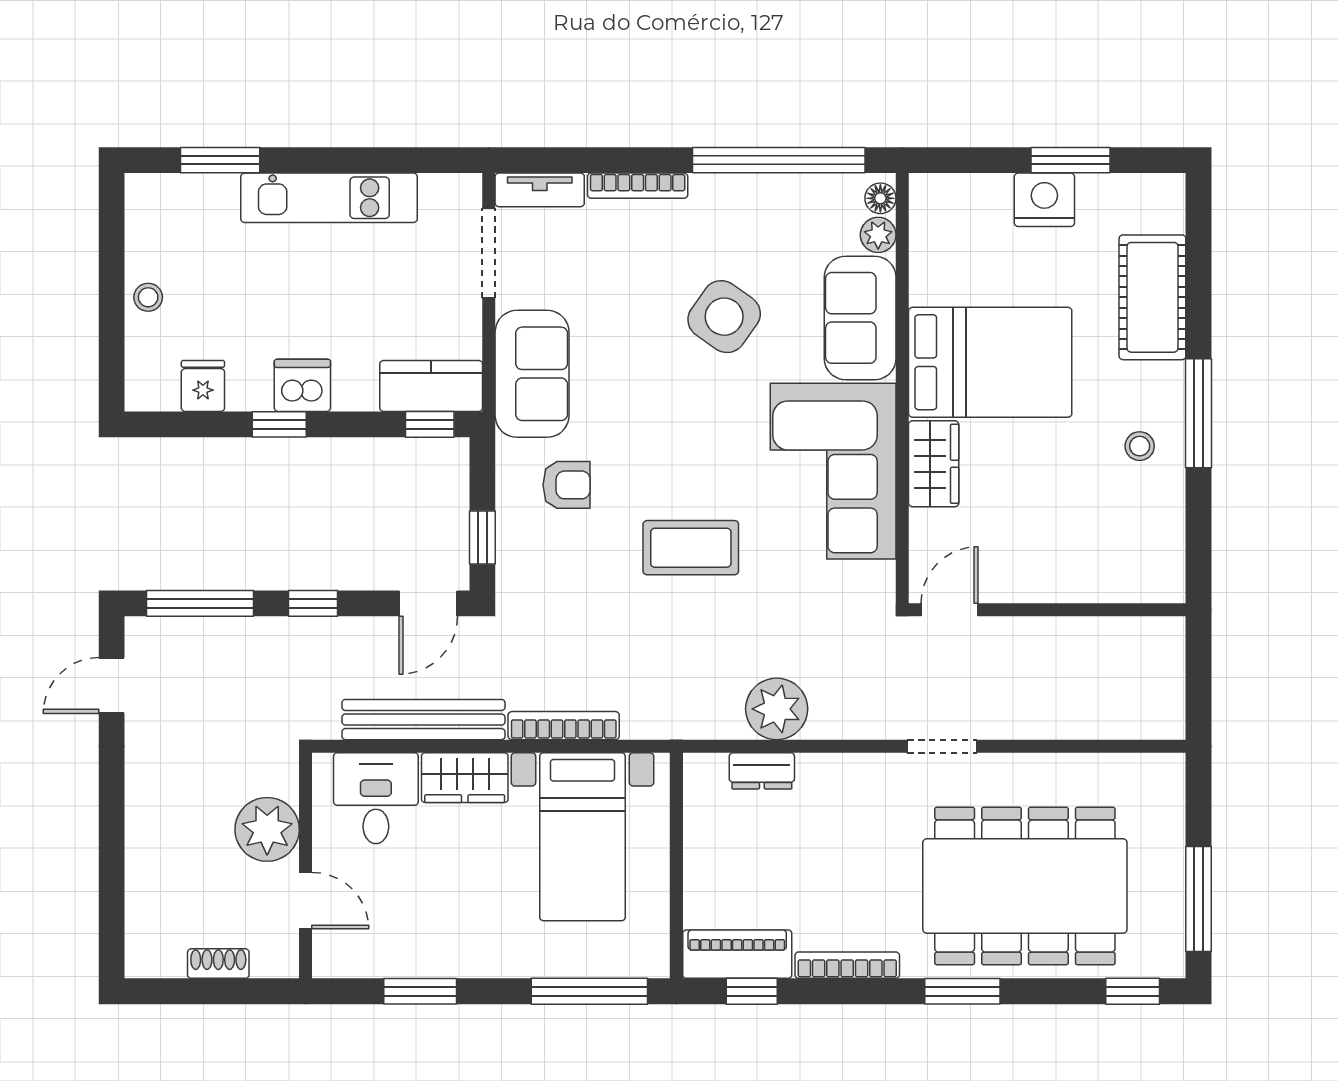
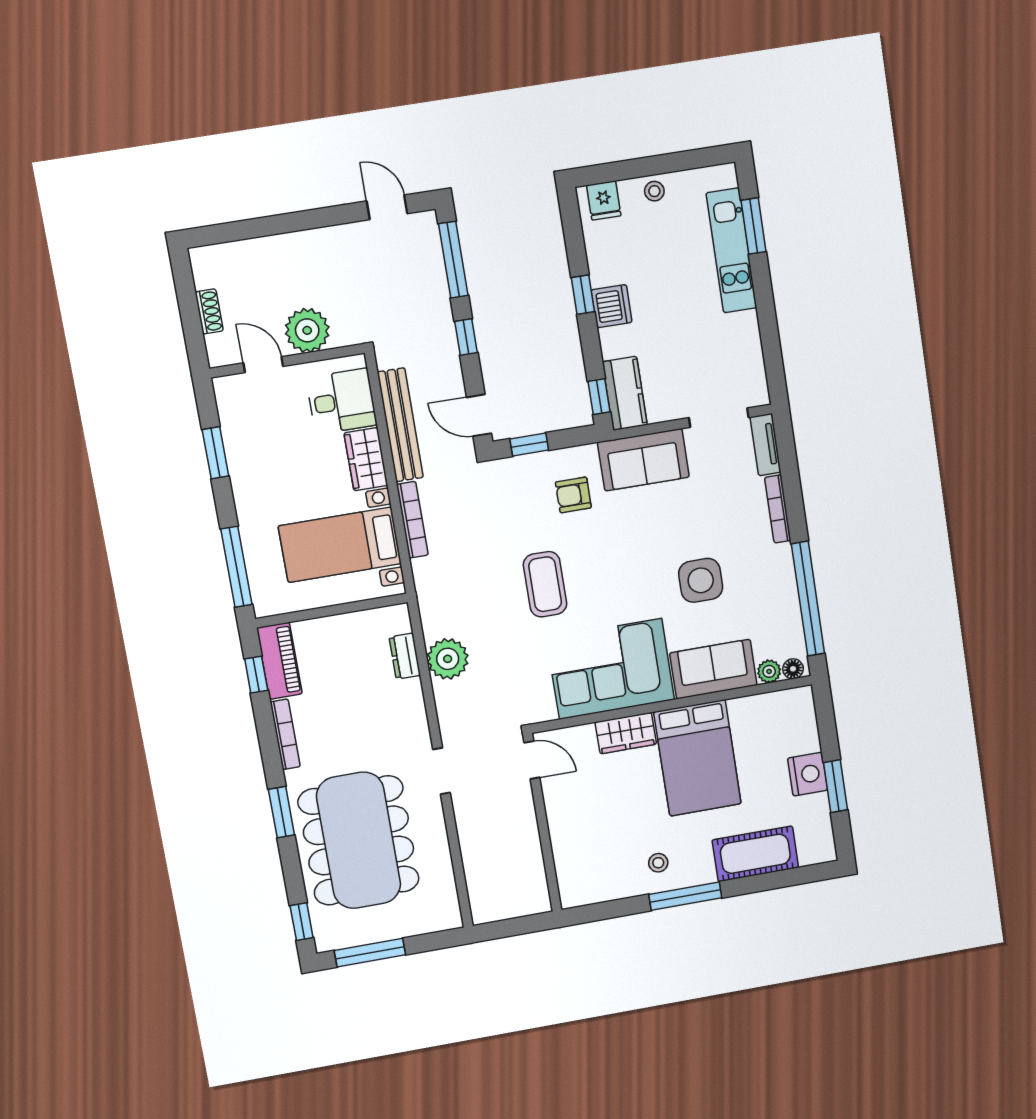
kitchen unit: (329, 198) -> (731, 250), moved
side table: (724, 317) -> (701, 580), turned -35
fridge: (203, 386) -> (604, 200), moved, turned 90
armchair: (567, 485) -> (573, 495), turned 90
door: (306, 901) -> (263, 365), swing flipped

